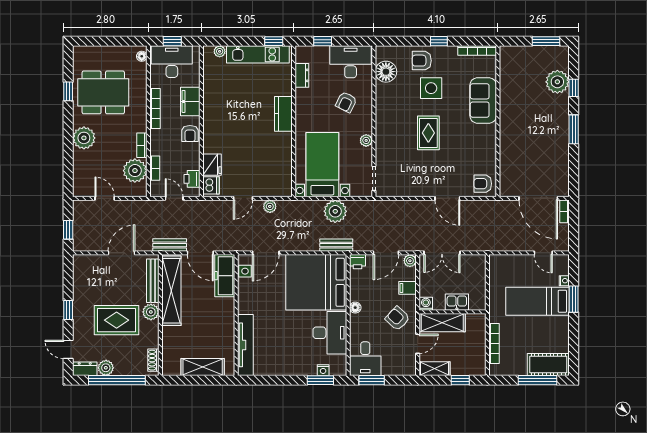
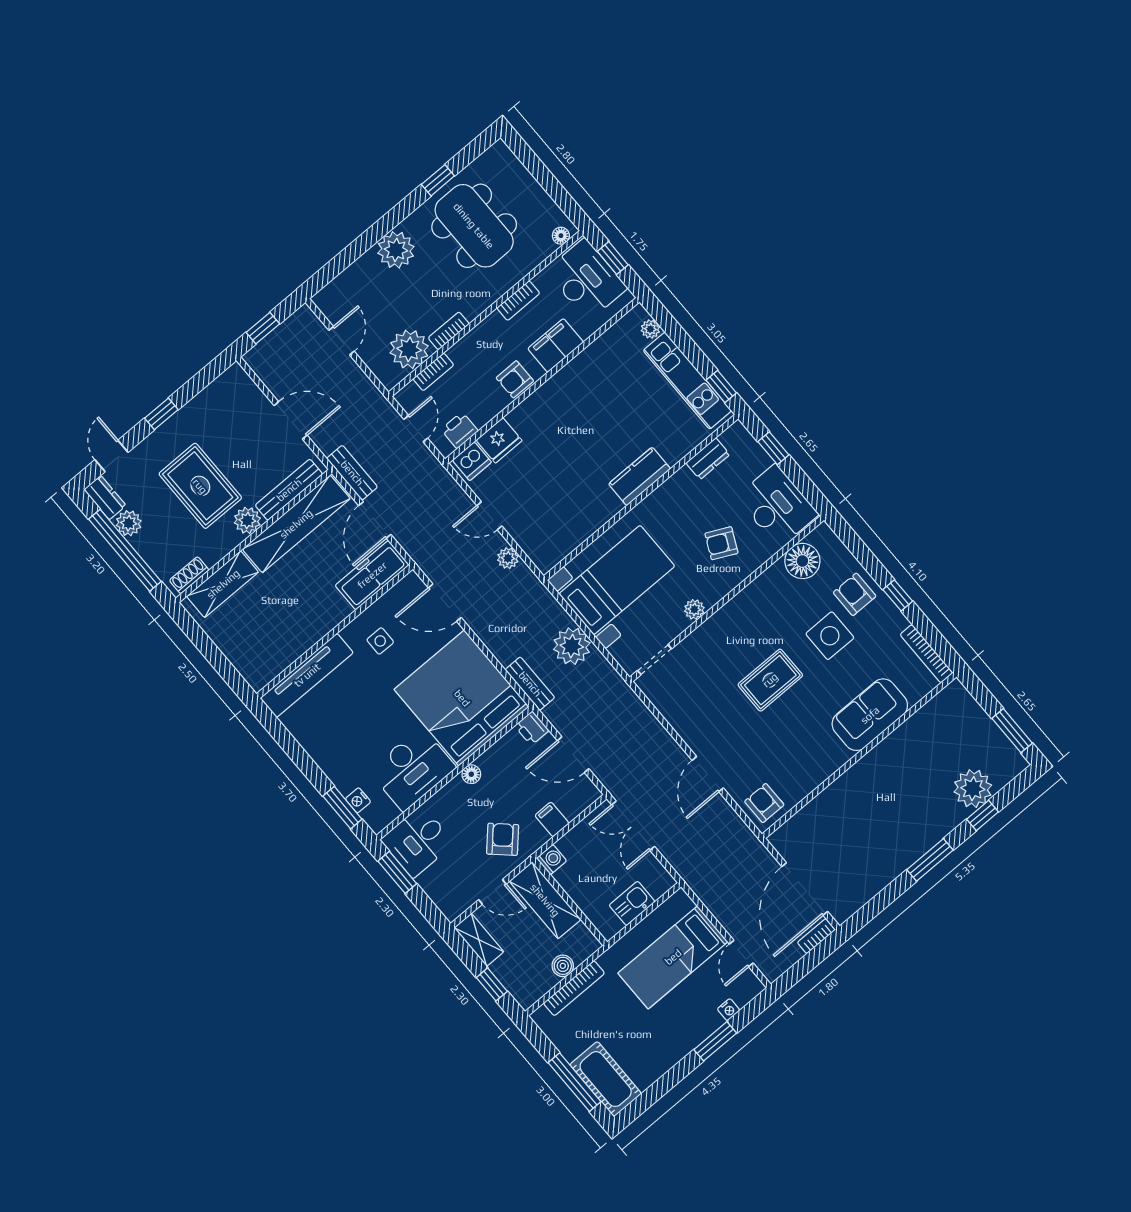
bookcase: (155, 109) -> (518, 301), width x0.64
plant: (410, 261) -> (589, 793), removed
side table: (245, 271) -> (380, 641), moved
bed: (537, 301) -> (673, 957), moved, turned -90
kitchen sink: (457, 302) -> (632, 903), moved, turned -90
boiler: (479, 340) -> (563, 966), added
shelving: (203, 367) -> (223, 584), moved, turned 90

